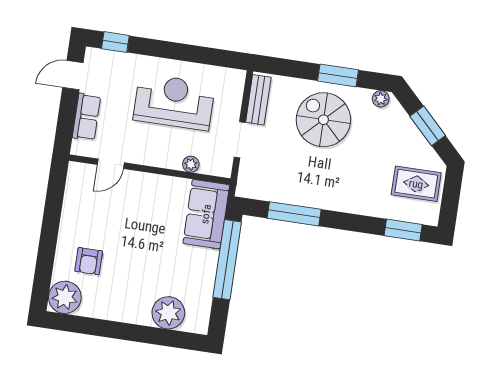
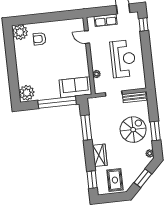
wardrobe: (358, 201) -> (100, 155), added
plant: (168, 313) -> (27, 93), moved

